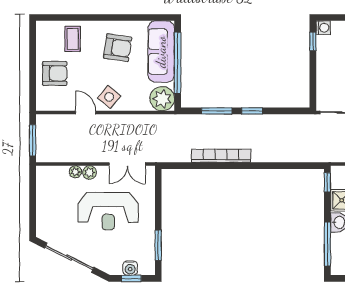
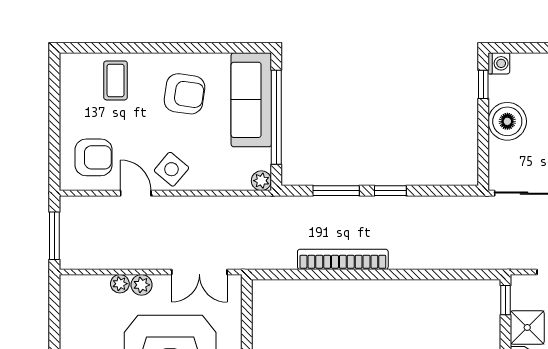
boiler: (329, 66) -> (507, 121), added
armchair: (55, 73) -> (94, 157), moved
plant: (162, 99) -> (261, 181), width x0.53, depth x0.53

